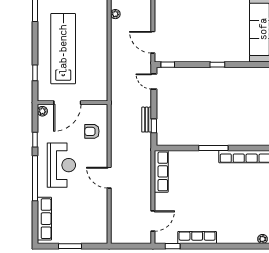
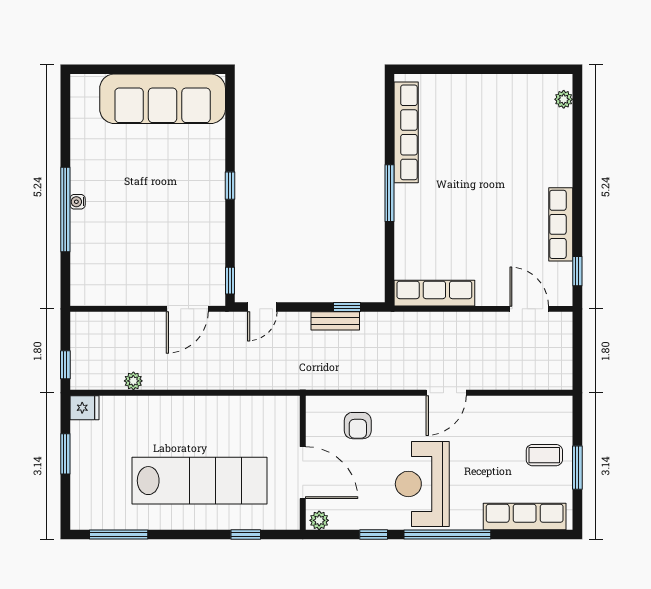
lab bench: (63, 49) -> (199, 481), turned 180
reception desk: (61, 165) -> (422, 484), turned -90
coffee table: (76, 229) -> (544, 455), added

